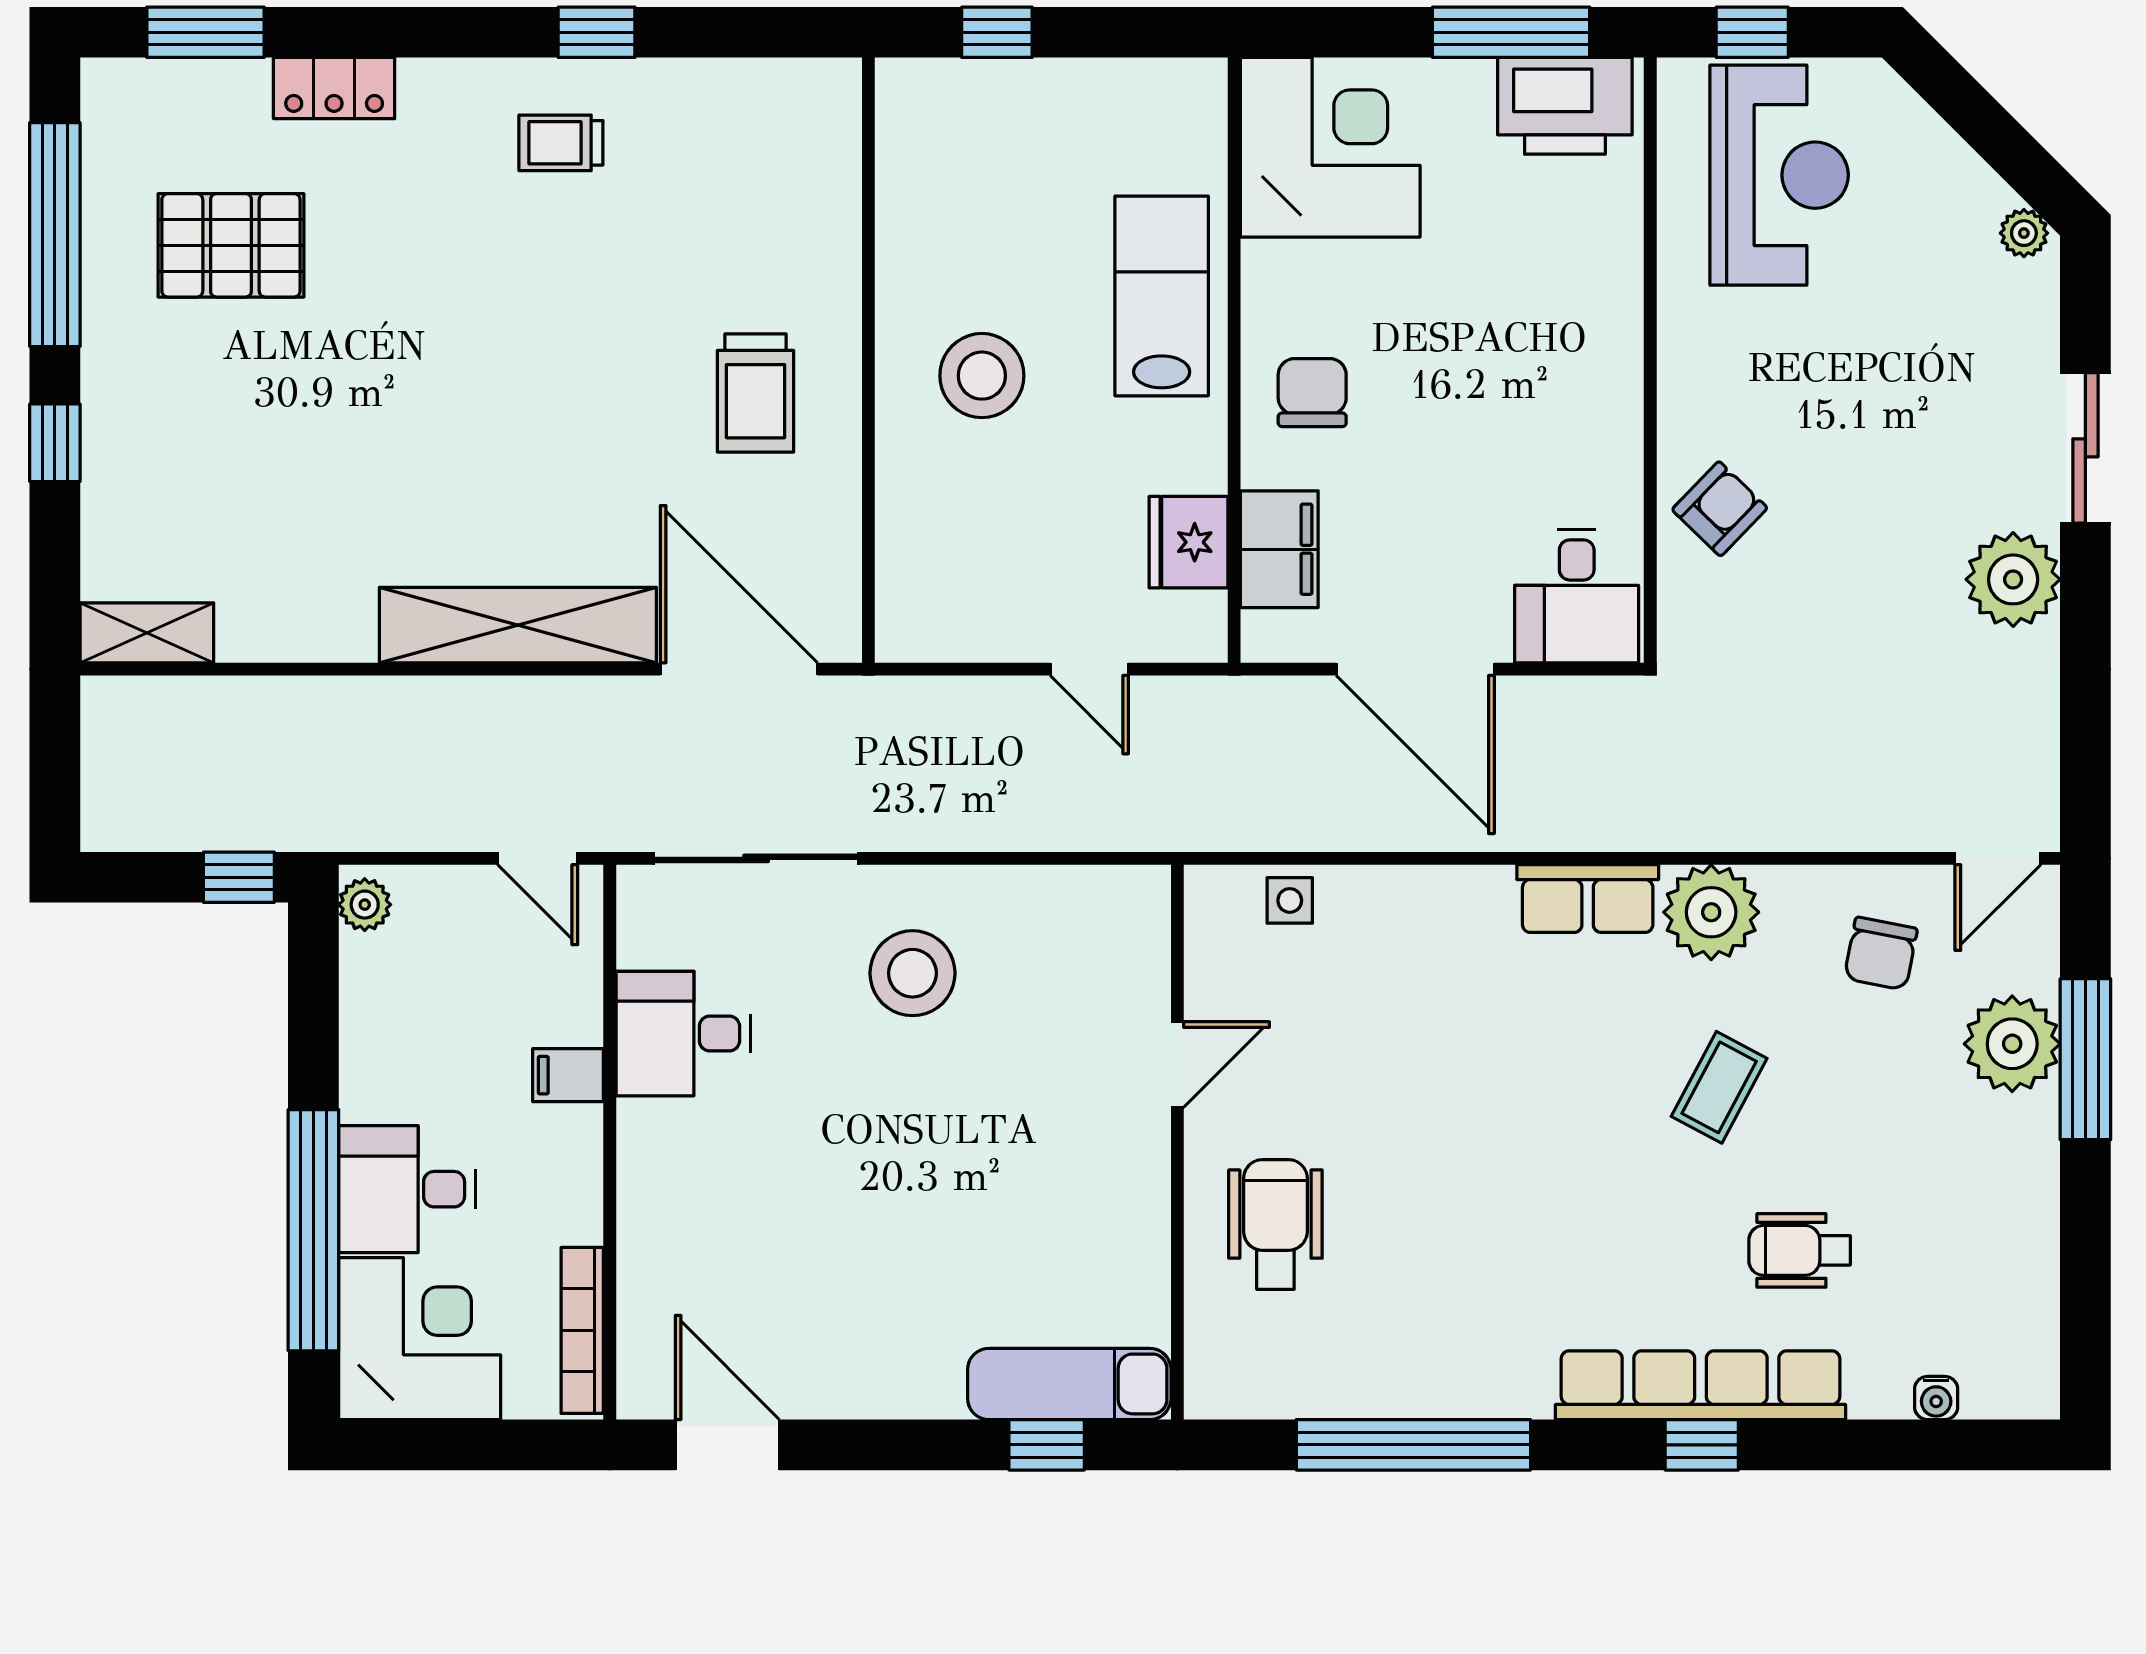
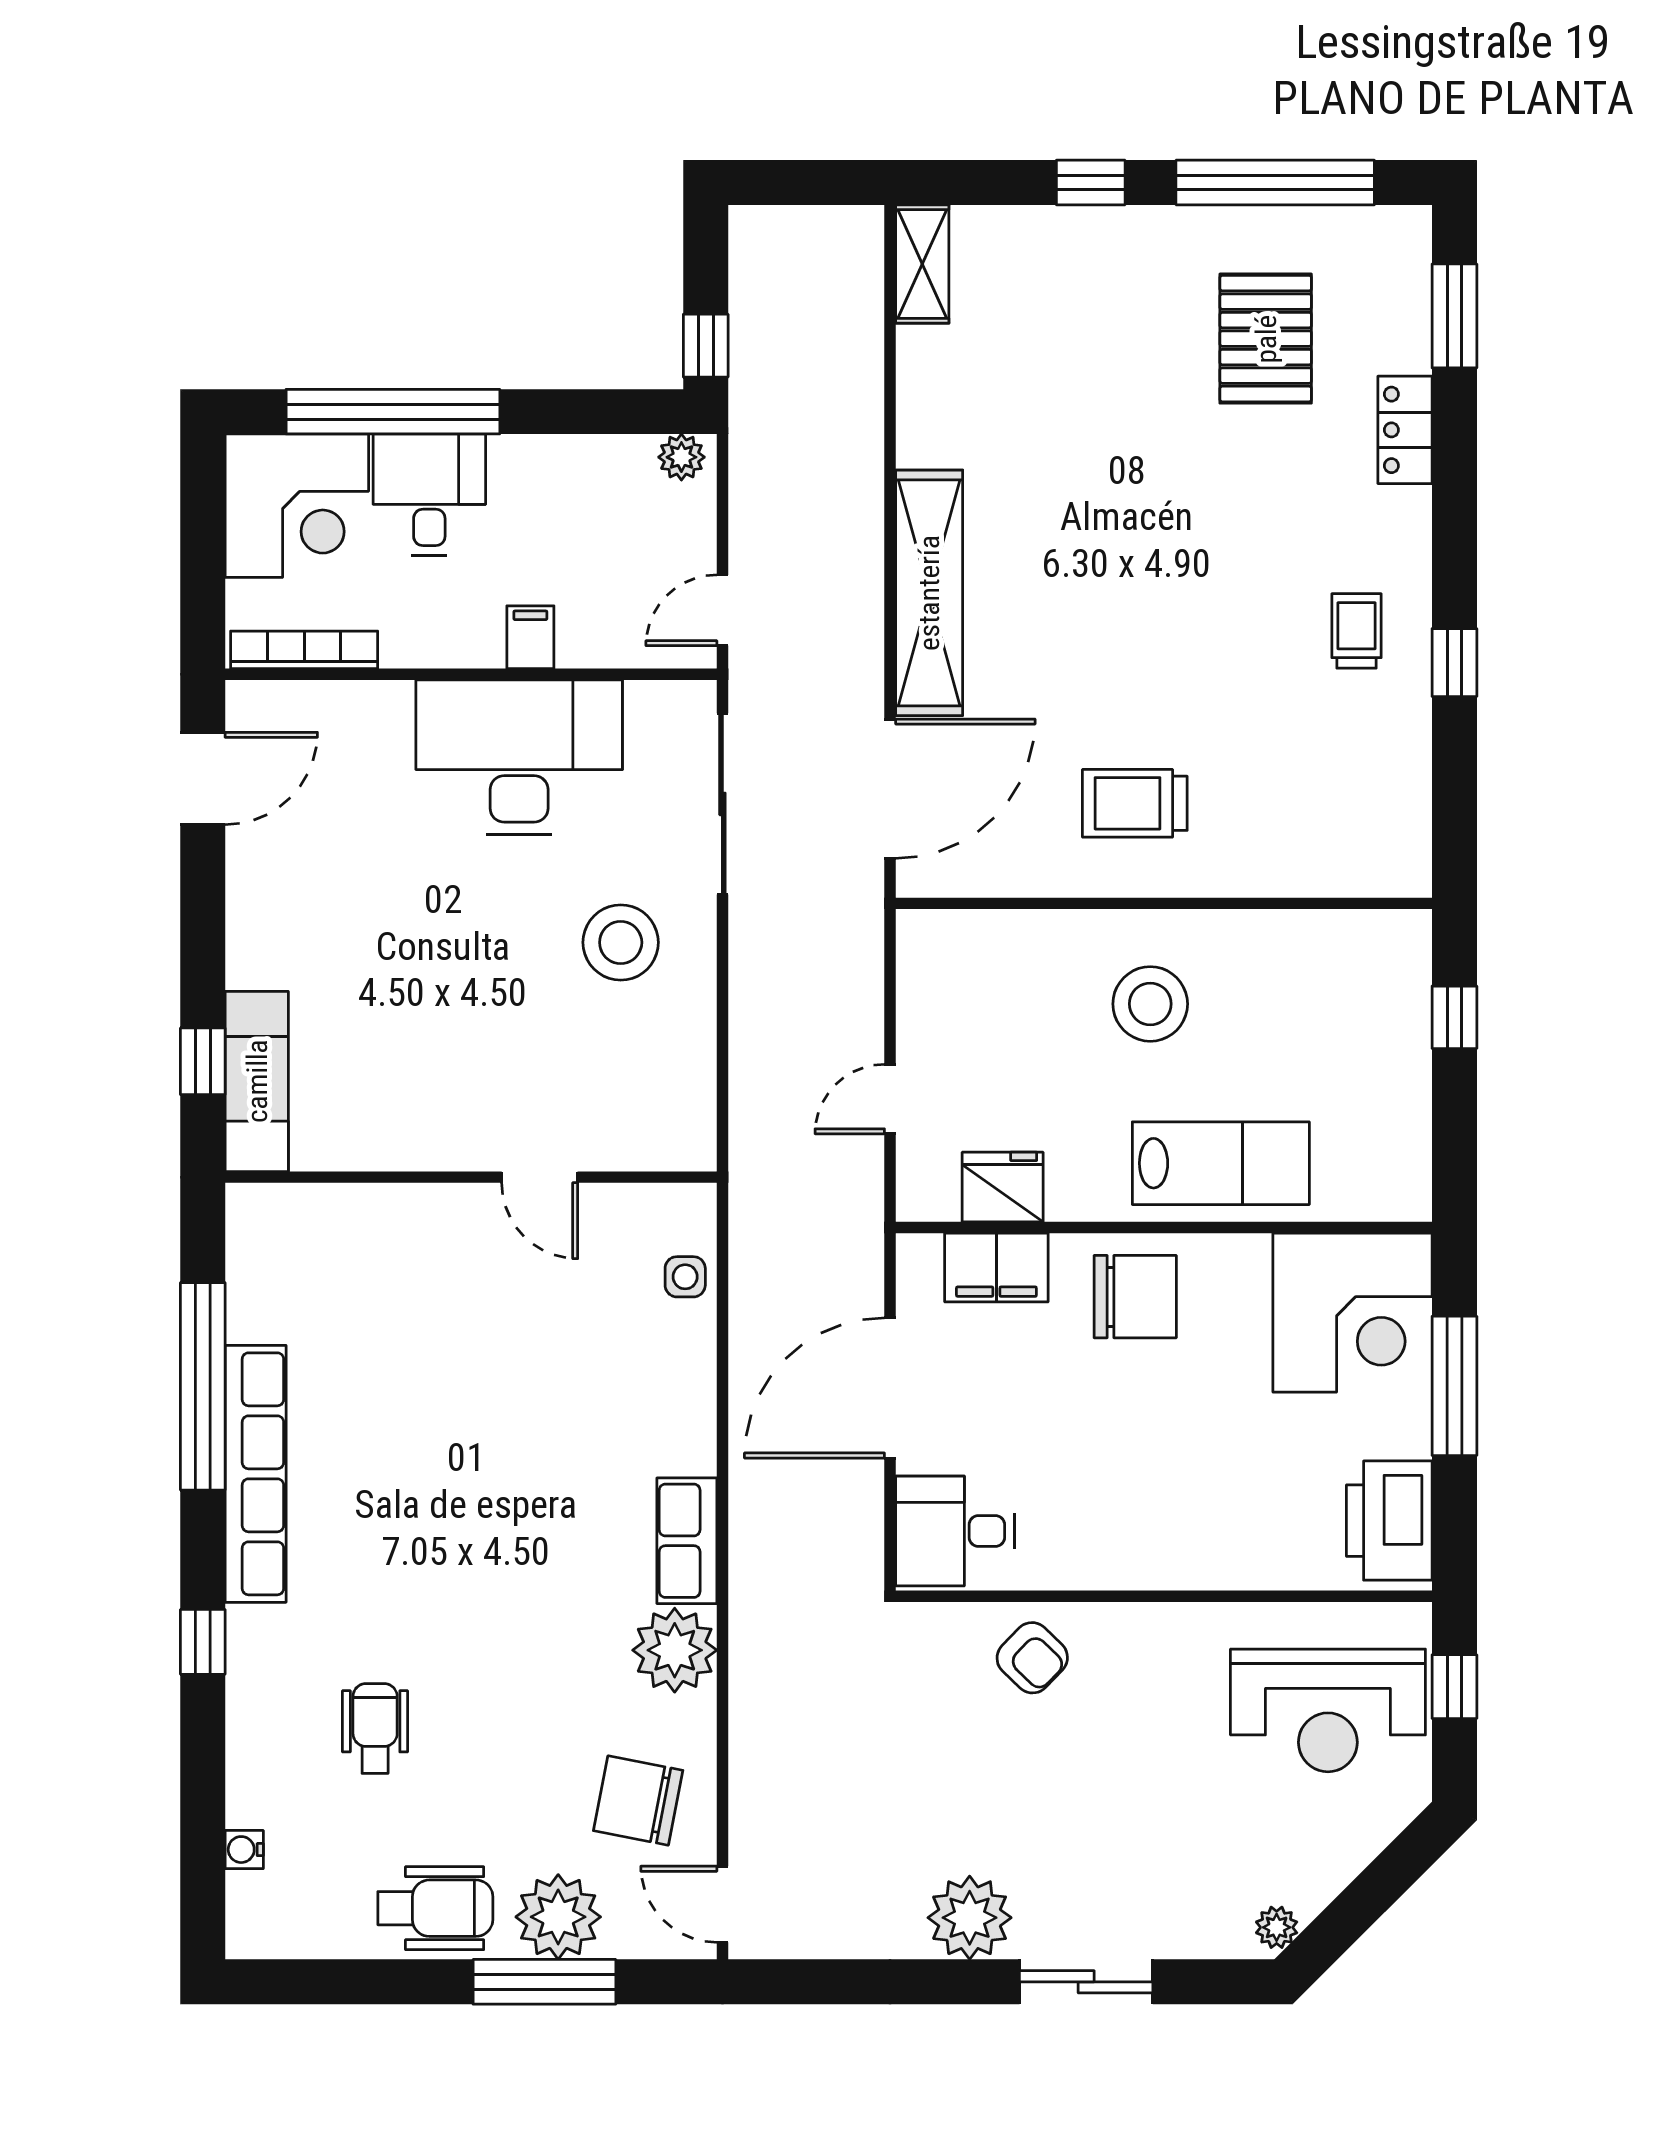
window: (1511, 32) -> (1454, 1386), moved
chair: (1312, 393) -> (1135, 1297), width x1.37, depth x1.37
chair: (1881, 954) -> (638, 1800), width x1.37, depth x1.37
desk: (683, 1034) -> (519, 757), width x1.87, depth x1.30
coffee table: (1719, 1087) -> (520, 1657), removed
wheelchair: (1275, 1224) -> (435, 1908), moved
row of seats: (1701, 1385) -> (256, 1474), moved

